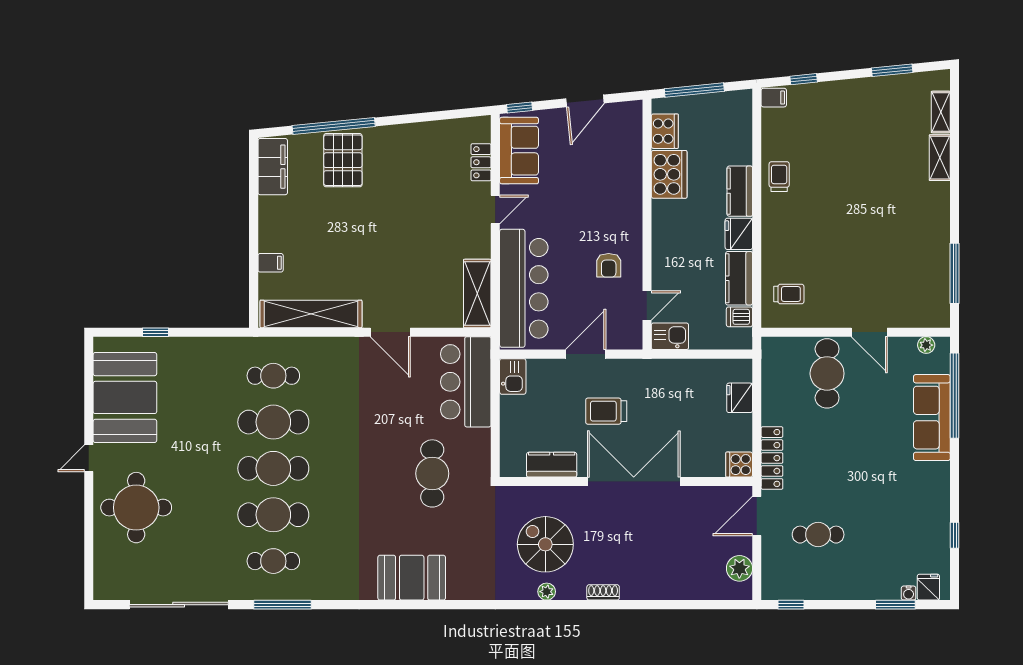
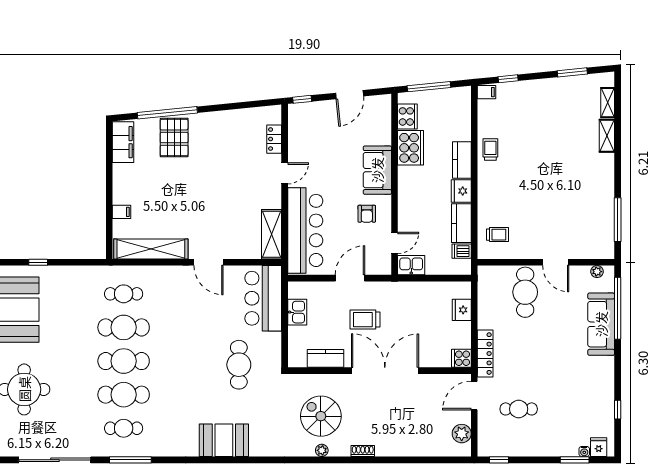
sofa: (519, 151) -> (377, 170), moved, turned 180
kitchen sink: (513, 376) -> (297, 312), moved

